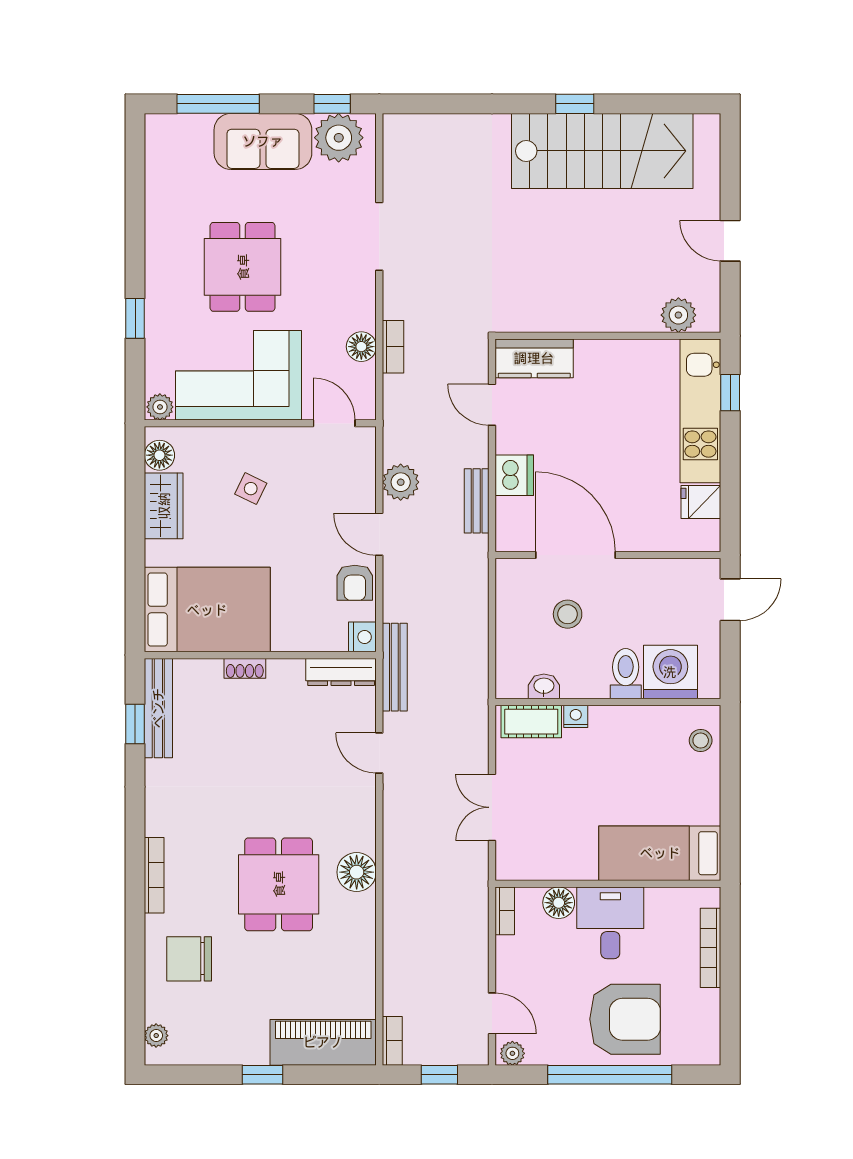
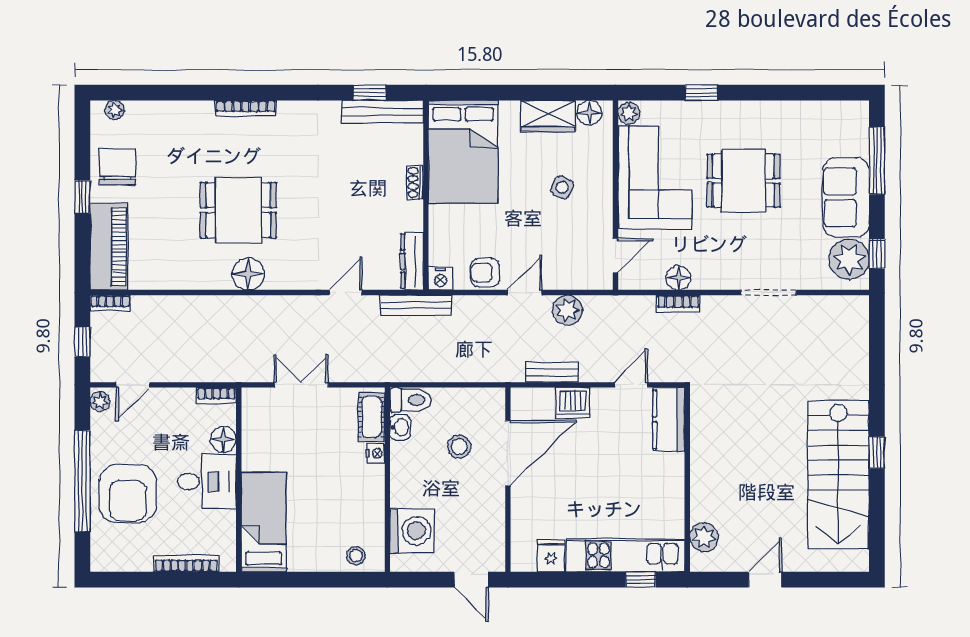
toilet: (626, 674) -> (411, 400), moved
chair: (189, 959) -> (118, 167), moved

